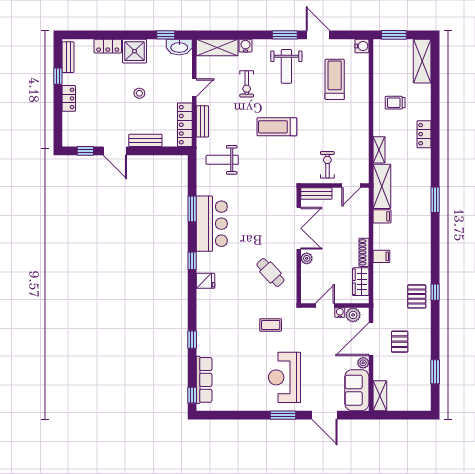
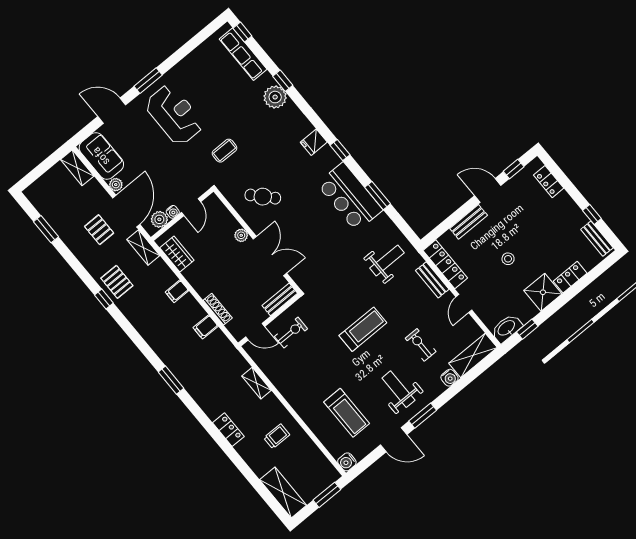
locker: (69, 98) -> (549, 182), moved
exercise bike: (327, 165) -> (291, 333), turned -90
door: (351, 185) -> (255, 332), swing flipped
shelving: (382, 186) -> (143, 247), moved, width x0.67, depth x0.75
double door: (299, 228) -> (270, 256), swing flipped
shoe rack: (364, 252) -> (218, 309), moved
plant: (206, 333) -> (275, 97), added

